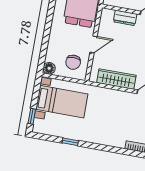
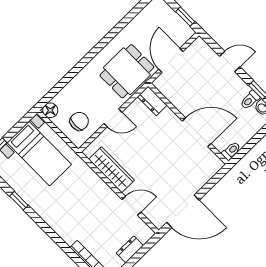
dresser: (125, 18) -> (152, 101), moved
chair: (73, 62) -> (79, 121), turned 180

